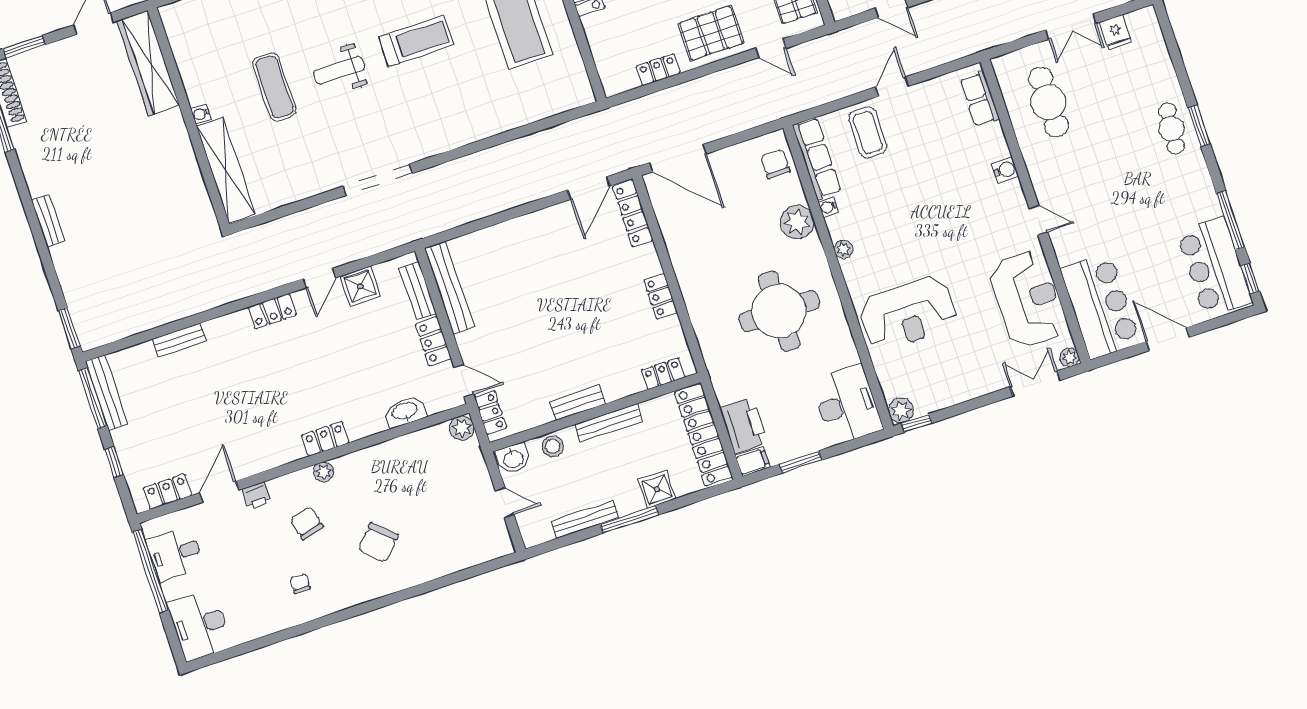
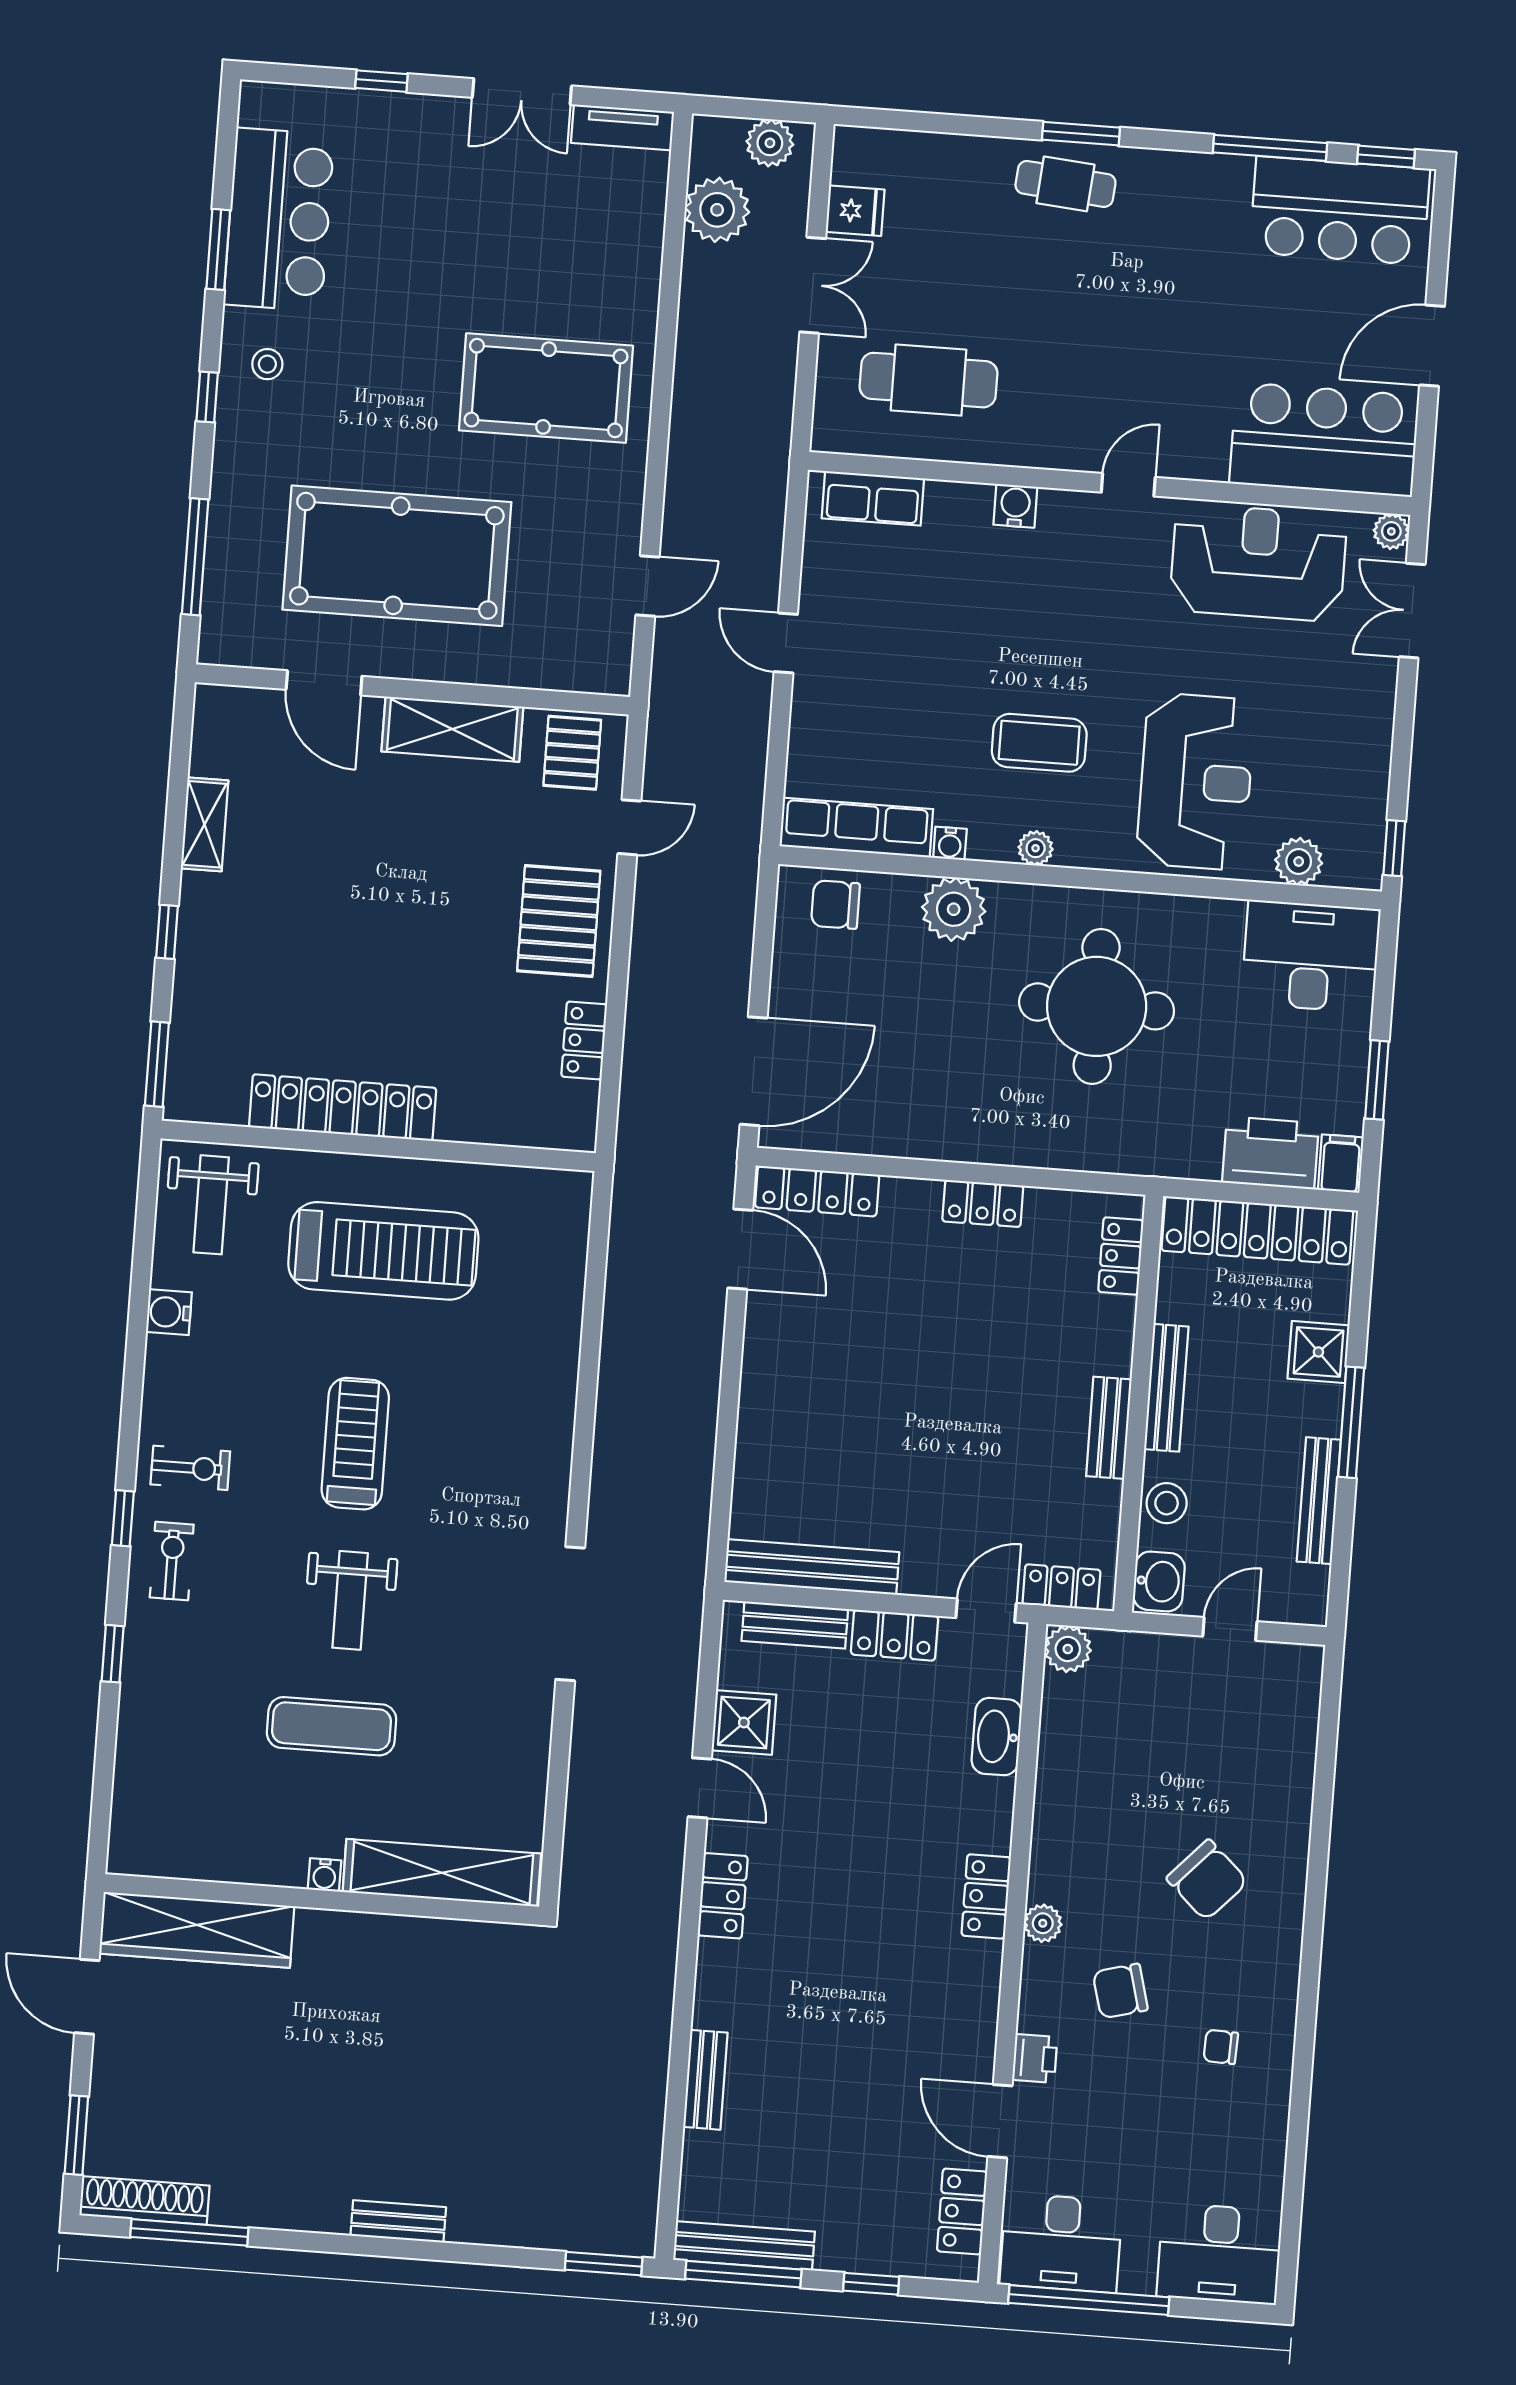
coffee table: (868, 132) -> (1039, 743), moved
plant: (901, 410) -> (1299, 862), moved
desk: (175, 554) -> (1061, 2243), width x1.37

